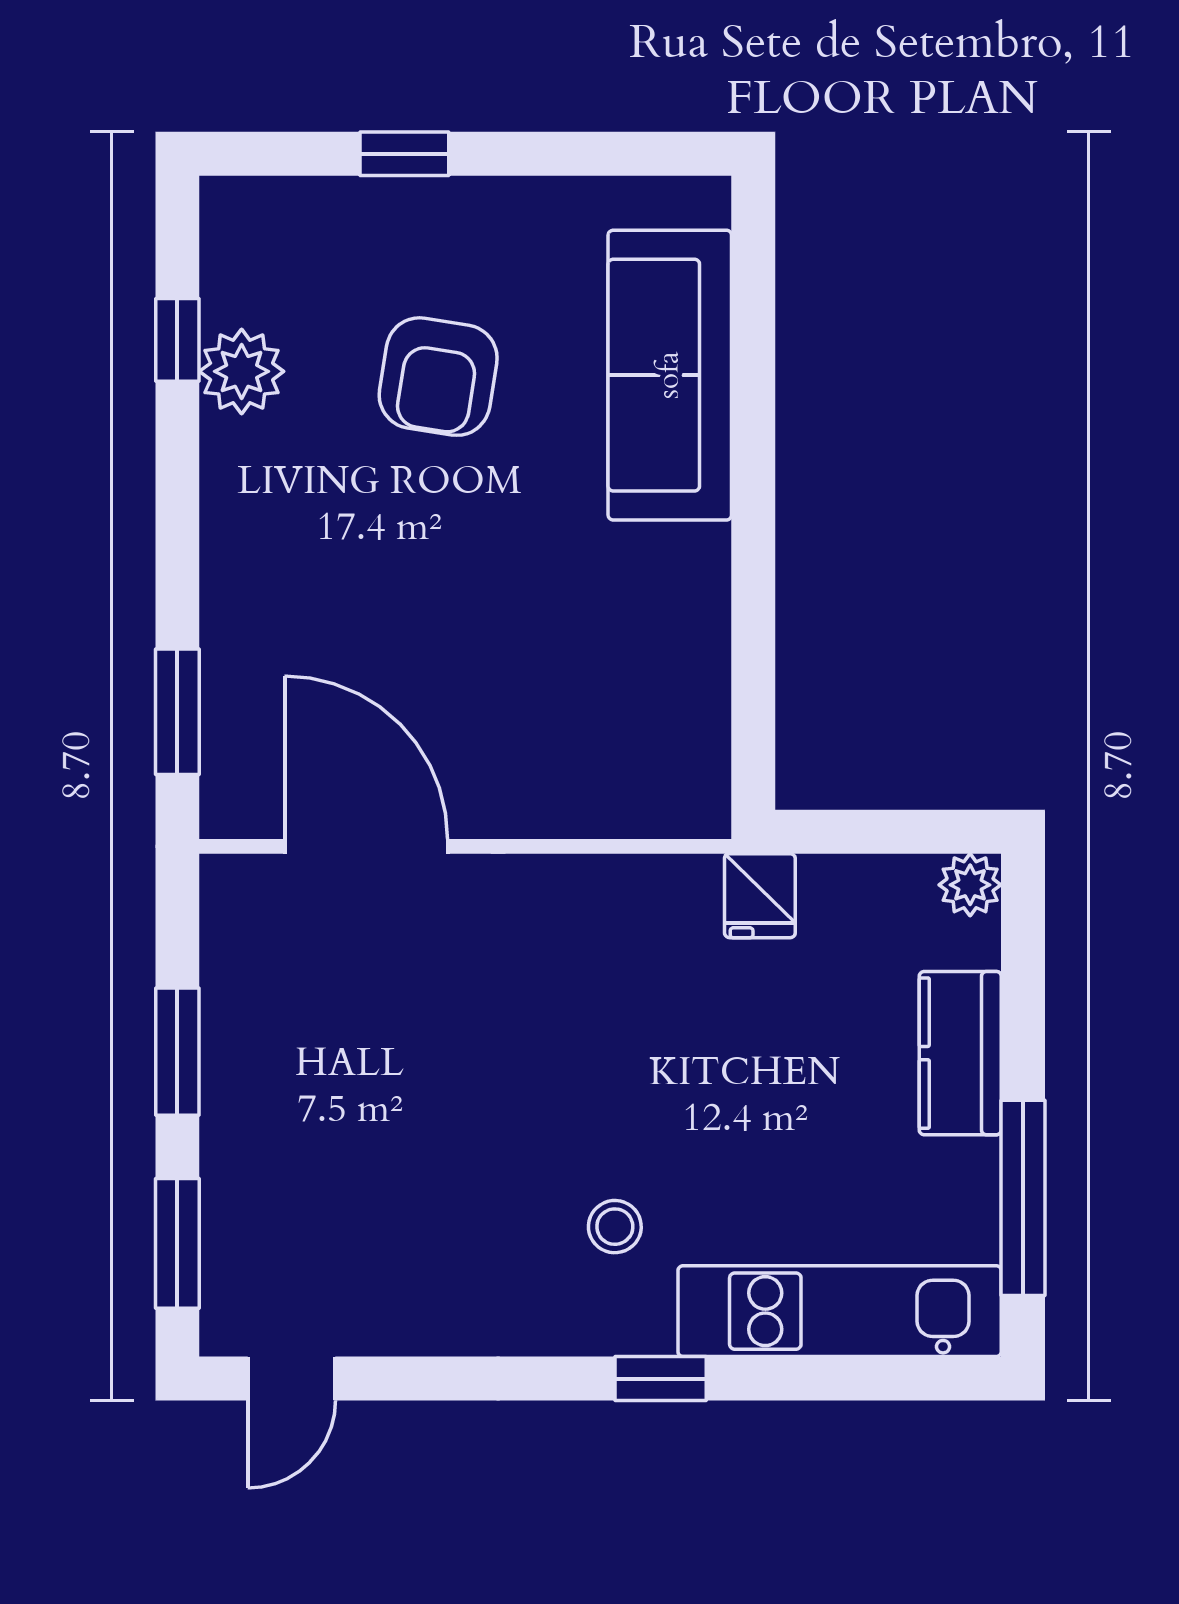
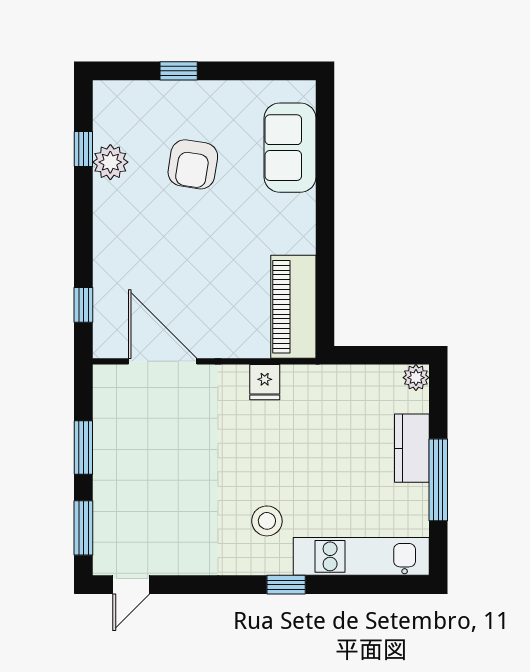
sofa: (670, 375) -> (290, 148), width x0.73
window: (177, 712) -> (83, 305), width x0.67
piano: (678, 716) -> (293, 307), added
fridge: (760, 896) -> (265, 382), moved
window: (1023, 1198) -> (438, 480), moved
stool: (615, 1227) -> (267, 521), width x1.37, depth x1.37

